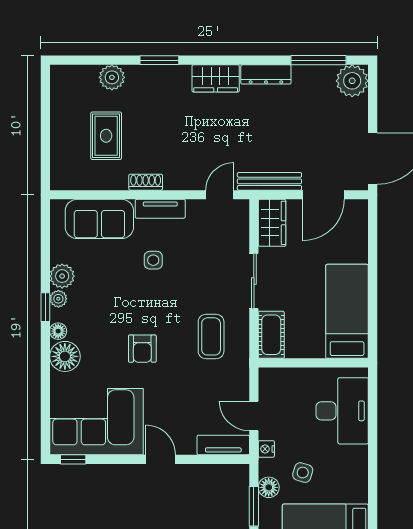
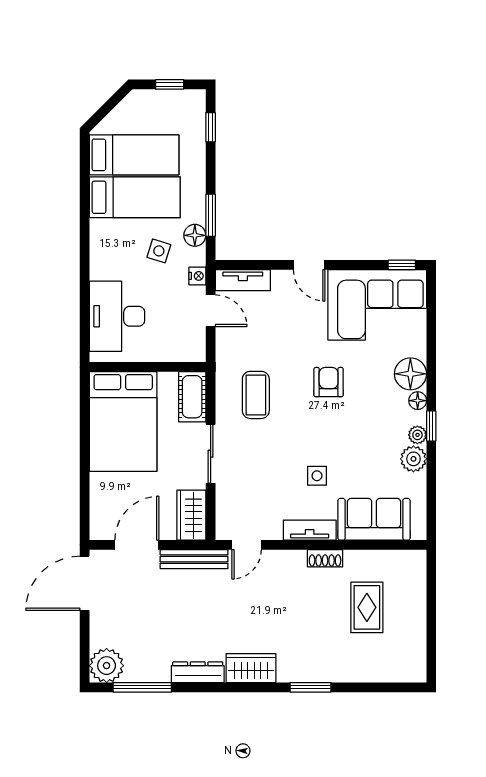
plant: (112, 77) -> (361, 669), removed
bed: (347, 311) -> (123, 422), width x1.50

